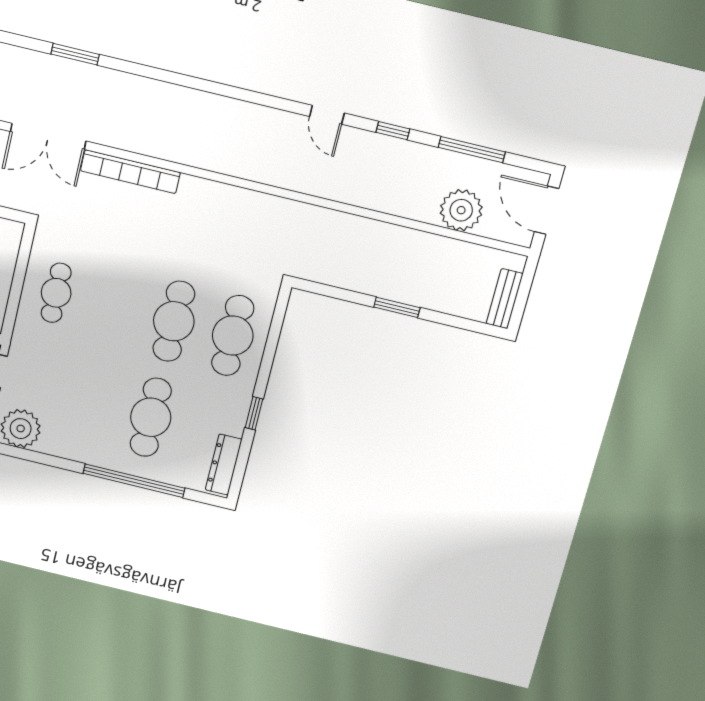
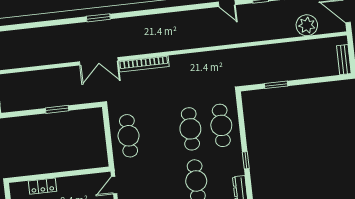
cafe table: (56, 293) -> (129, 136), width x1.37, depth x1.35
window: (397, 307) -> (276, 85), moved

